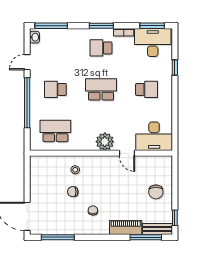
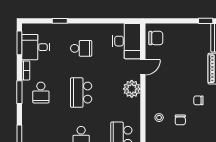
desk: (153, 42) -> (36, 47), width x0.73
school desk: (147, 89) -> (81, 48), turned 90
chair: (156, 192) -> (156, 38), moved

